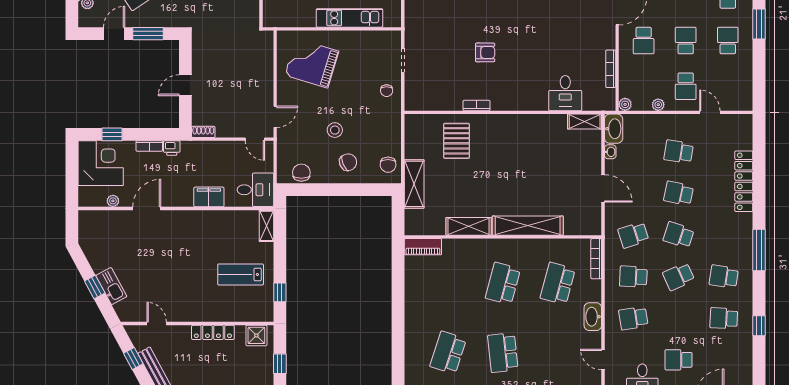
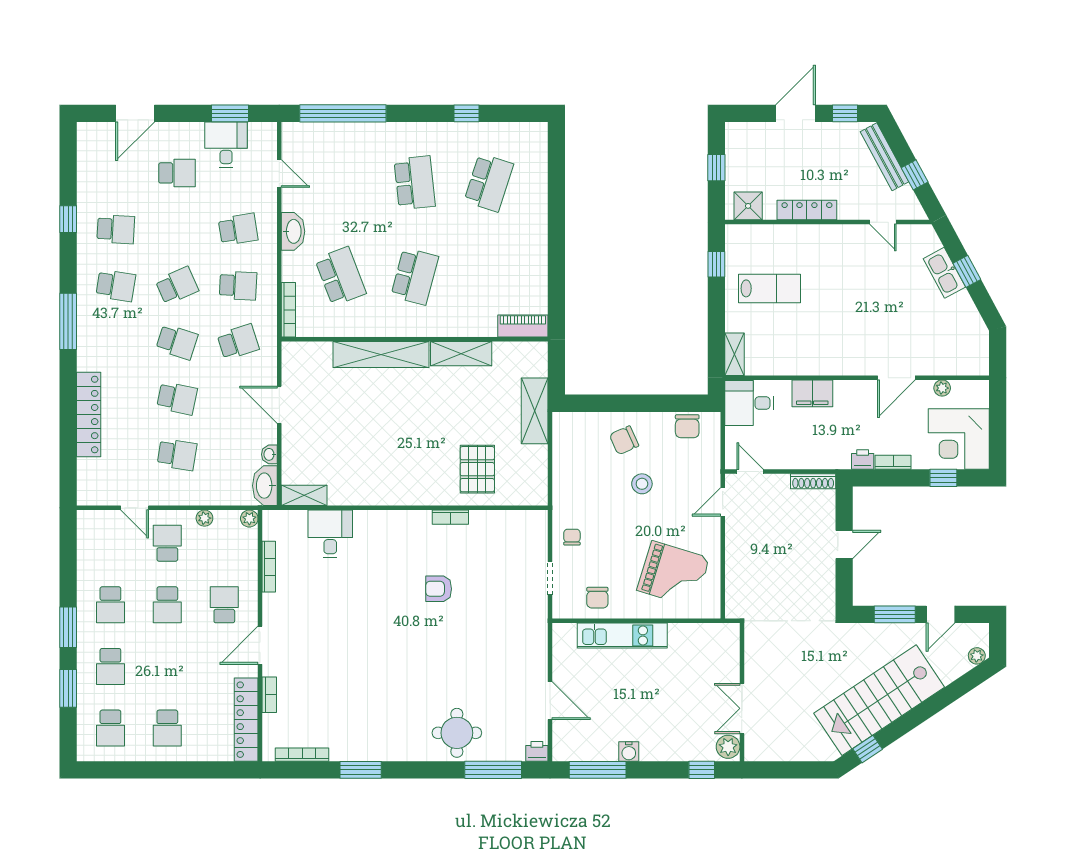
shoe rack: (203, 132) -> (813, 481), width x1.43
chair: (388, 165) -> (597, 598), moved, turned 180
school desk: (558, 283) -> (341, 276), turned -36

